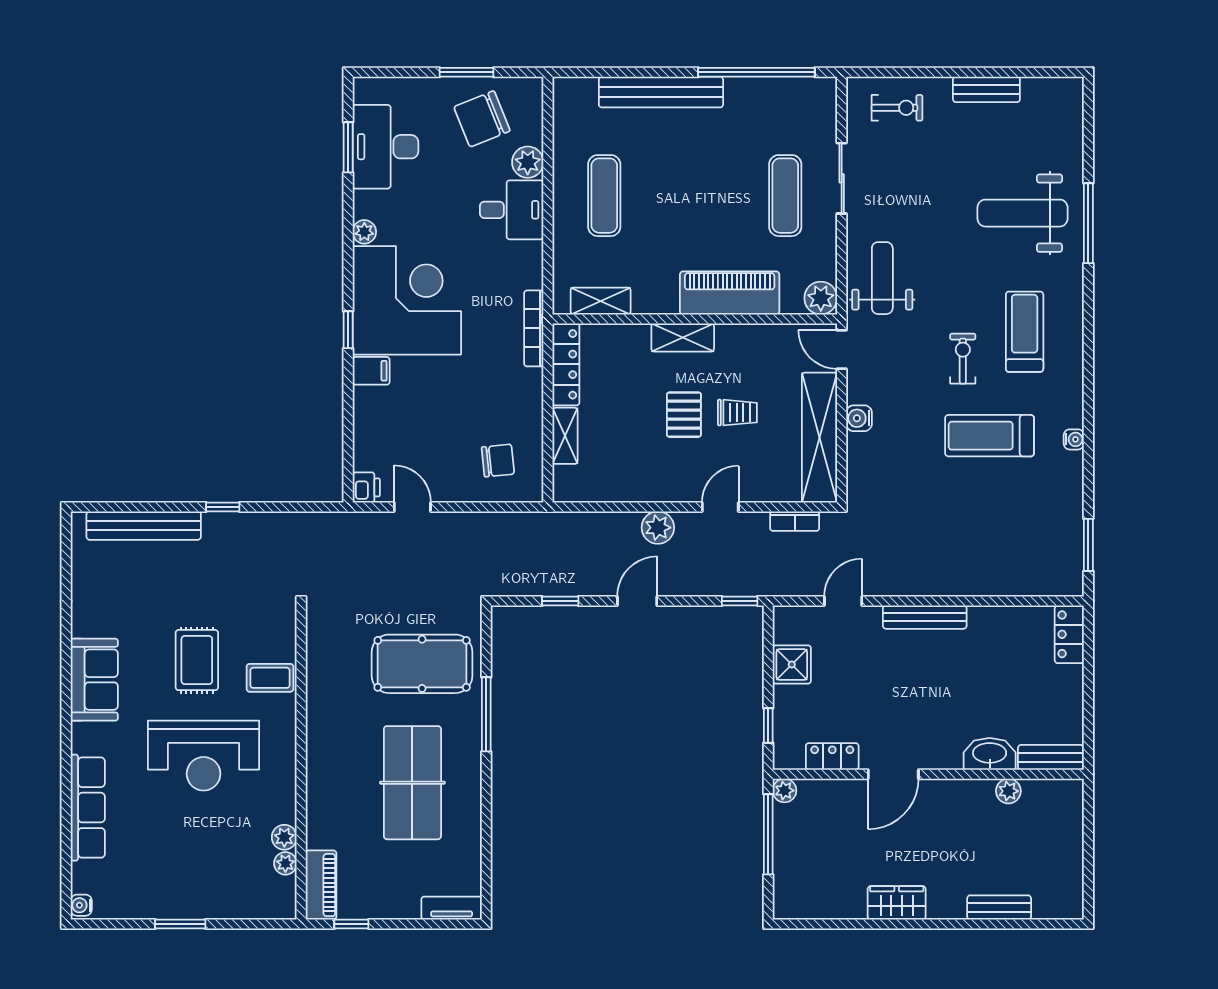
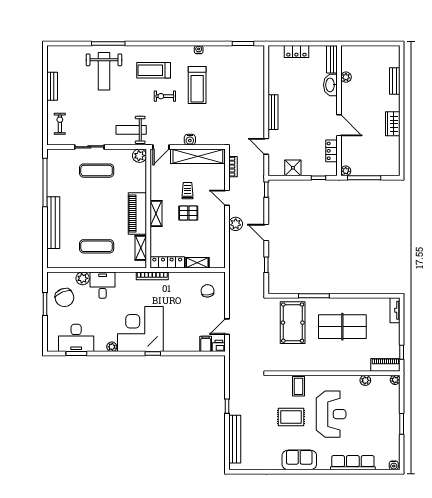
piano: (730, 293) -> (137, 213), moved
filing cabinet: (371, 371) -> (206, 344), moved
locker: (1069, 634) -> (296, 52), moved
plant: (285, 863) -> (395, 380), moved

